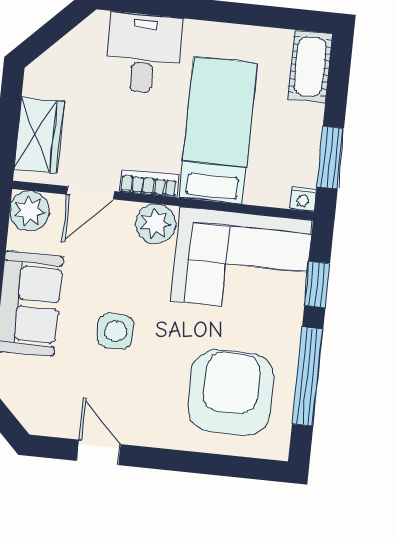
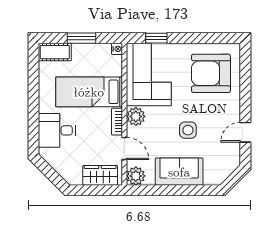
window: (330, 157) -> (81, 38), moved
window: (308, 376) -> (200, 38), removed

